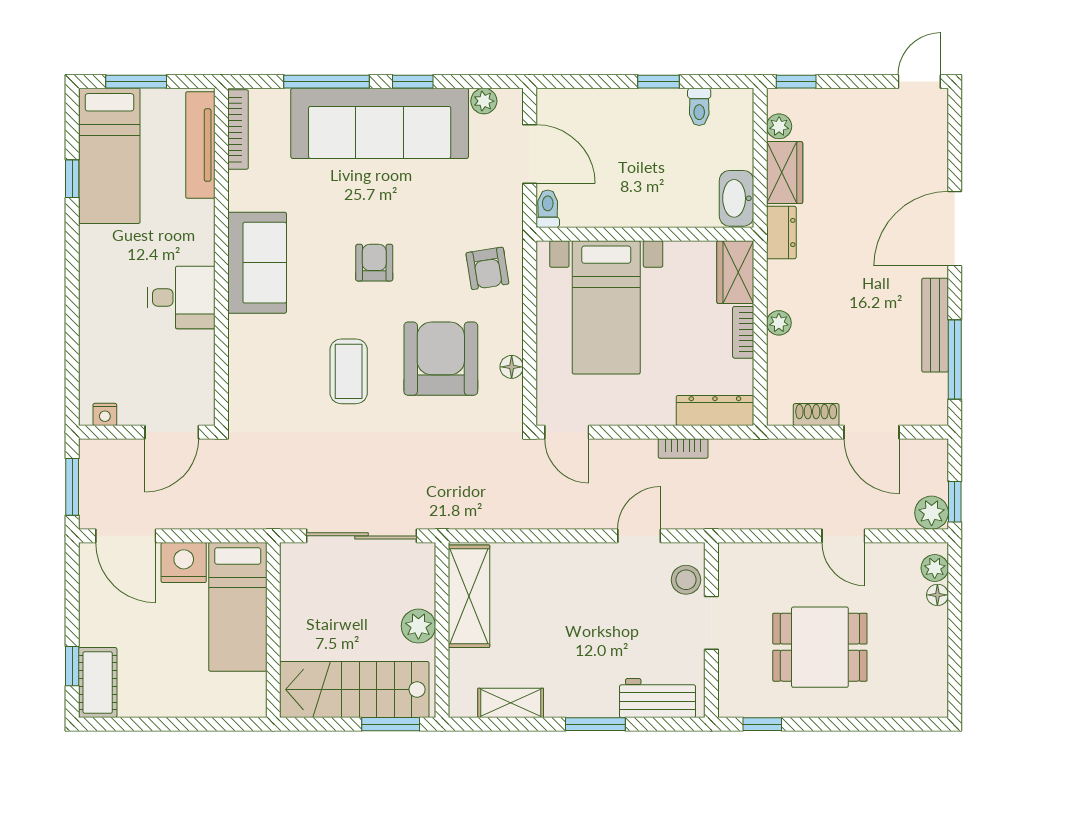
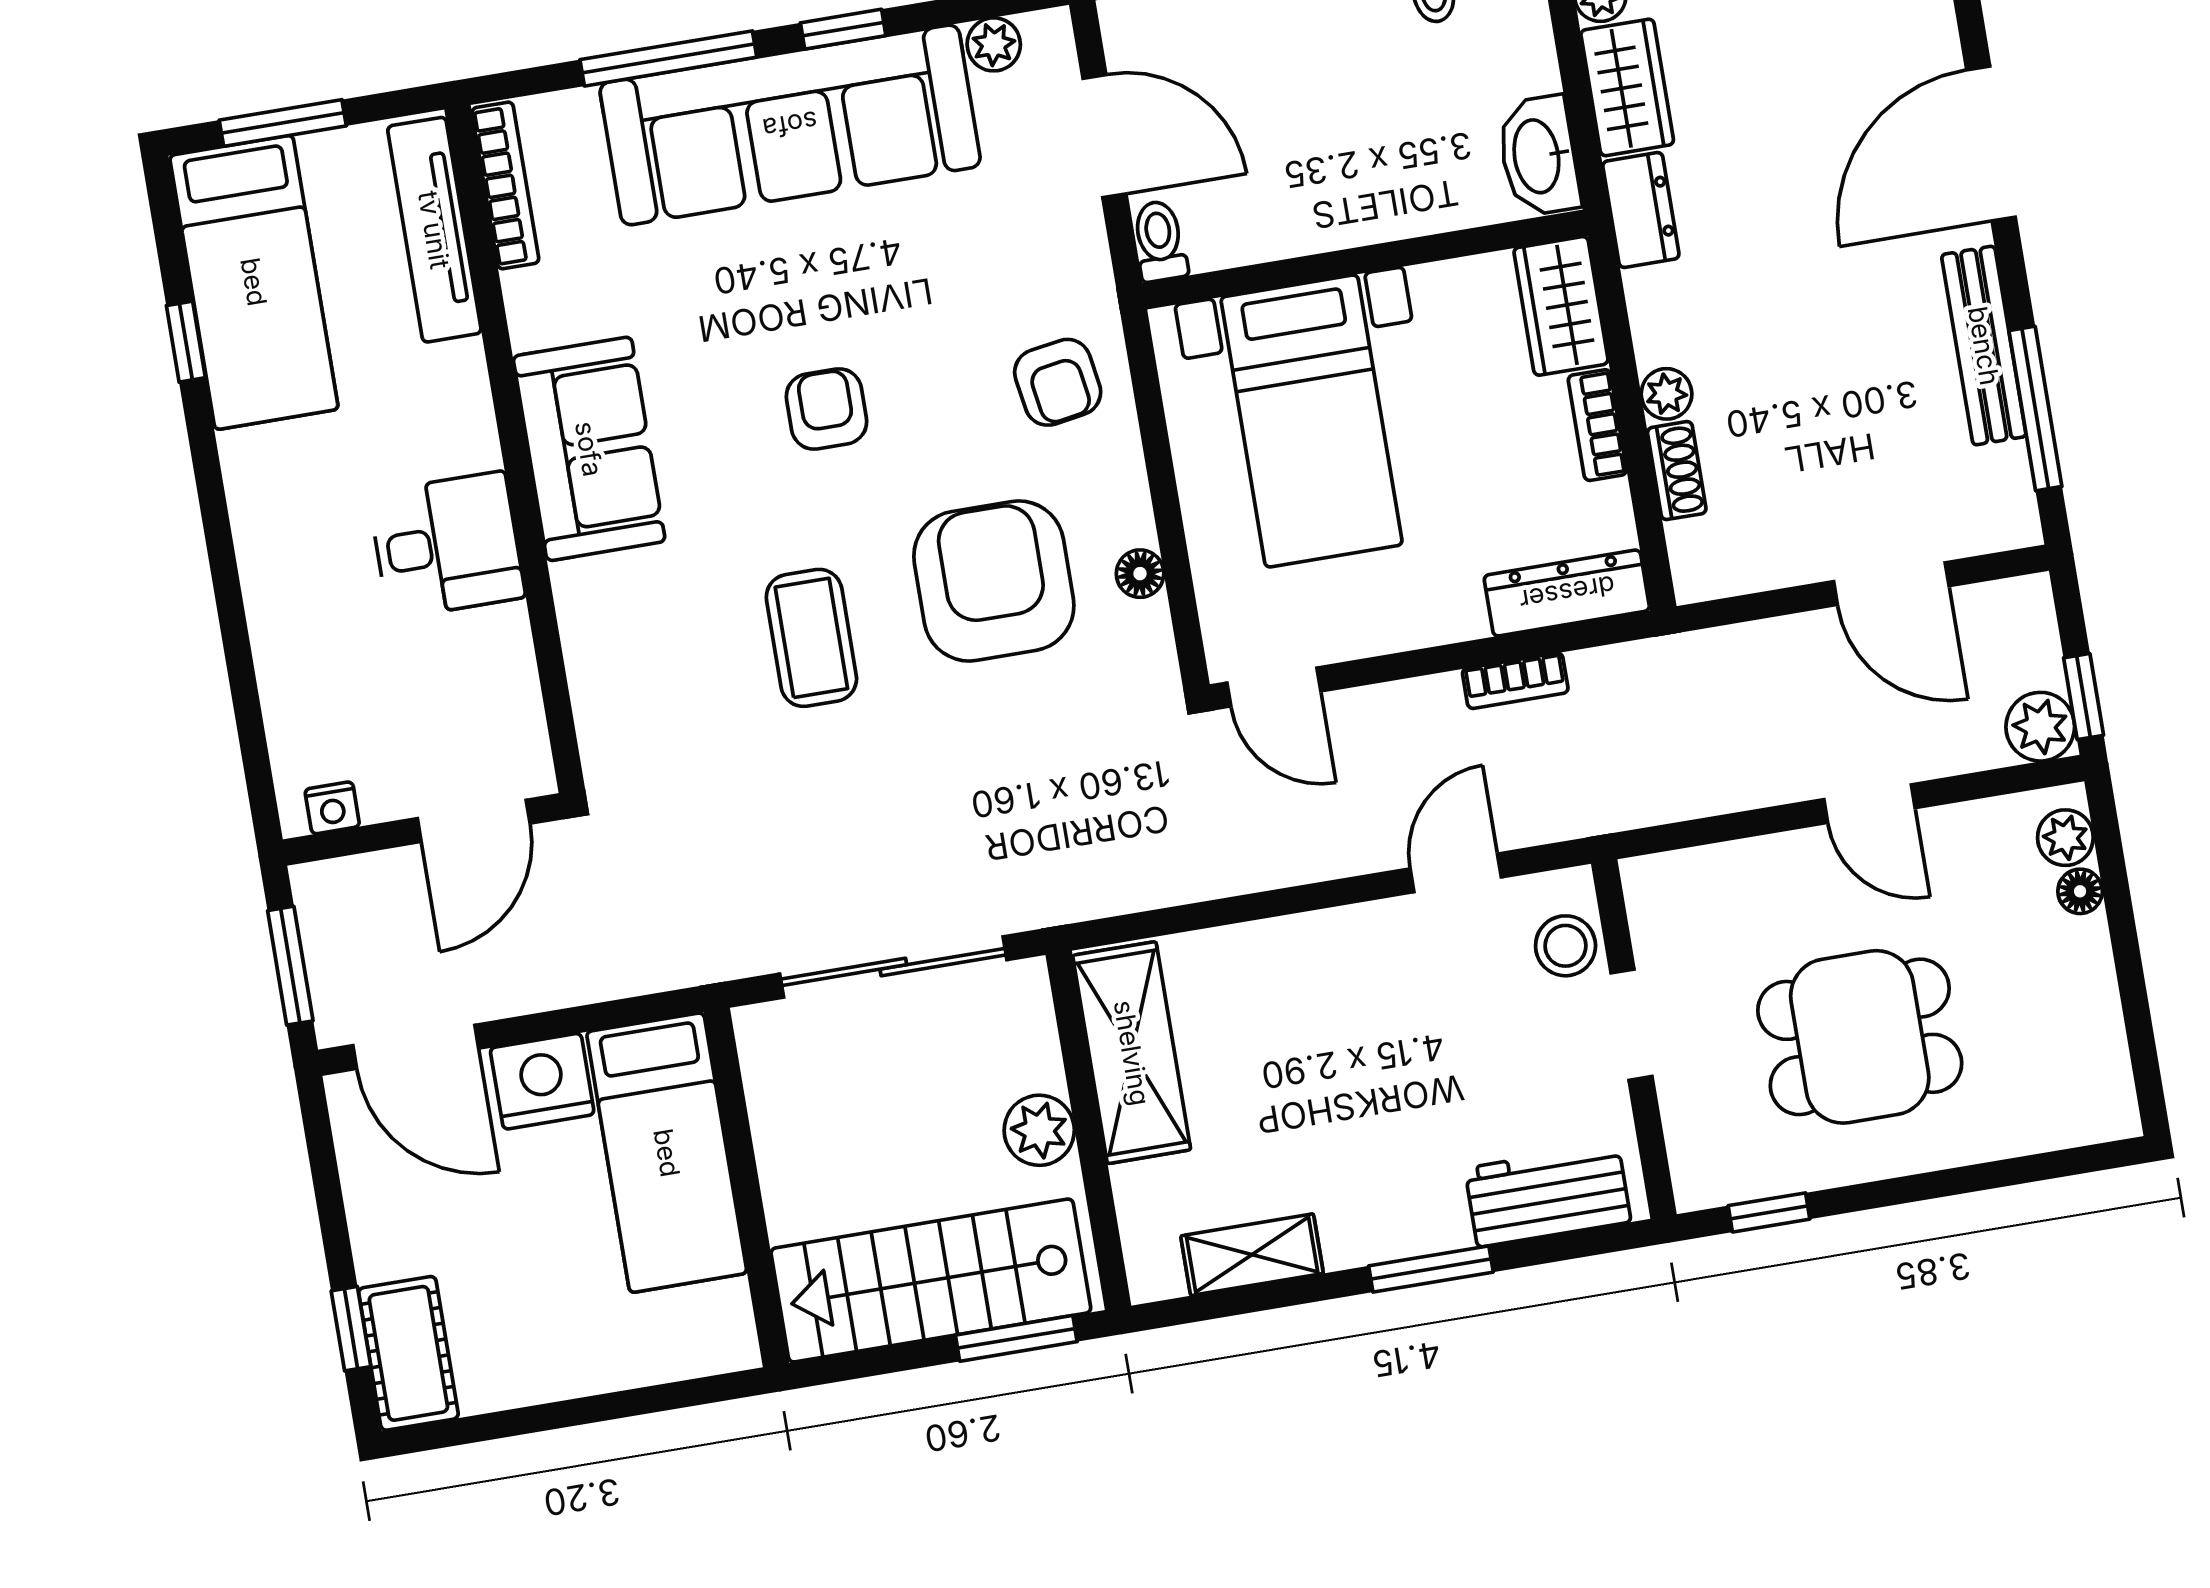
shoe rack: (816, 415) -> (1677, 471), moved, turned 90

